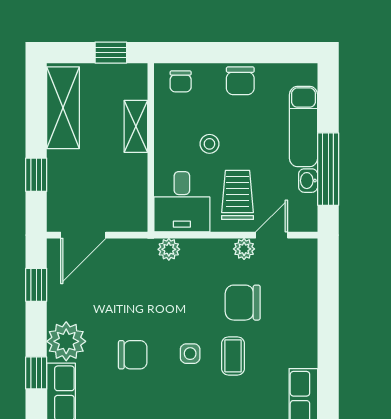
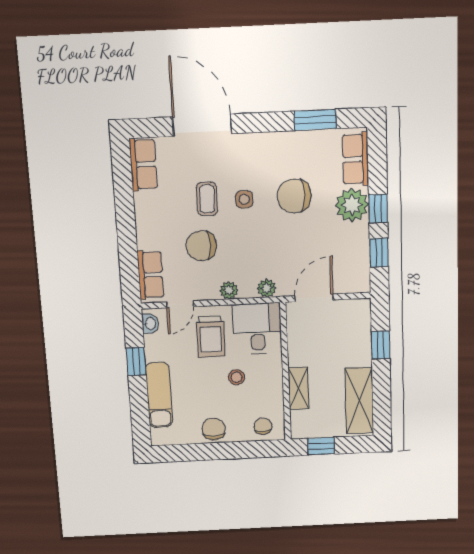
window: (328, 169) -> (136, 361), width x0.46
washbasin: (308, 181) -> (150, 324), moved
door: (83, 235) -> (314, 298), moved
plant: (244, 249) -> (229, 290), moved
row of seats: (304, 272) -> (151, 275), added
chair: (243, 303) -> (201, 246), turned 180
chair: (133, 355) -> (294, 196), width x1.37, depth x1.37
window: (36, 373) -> (378, 209), moved

